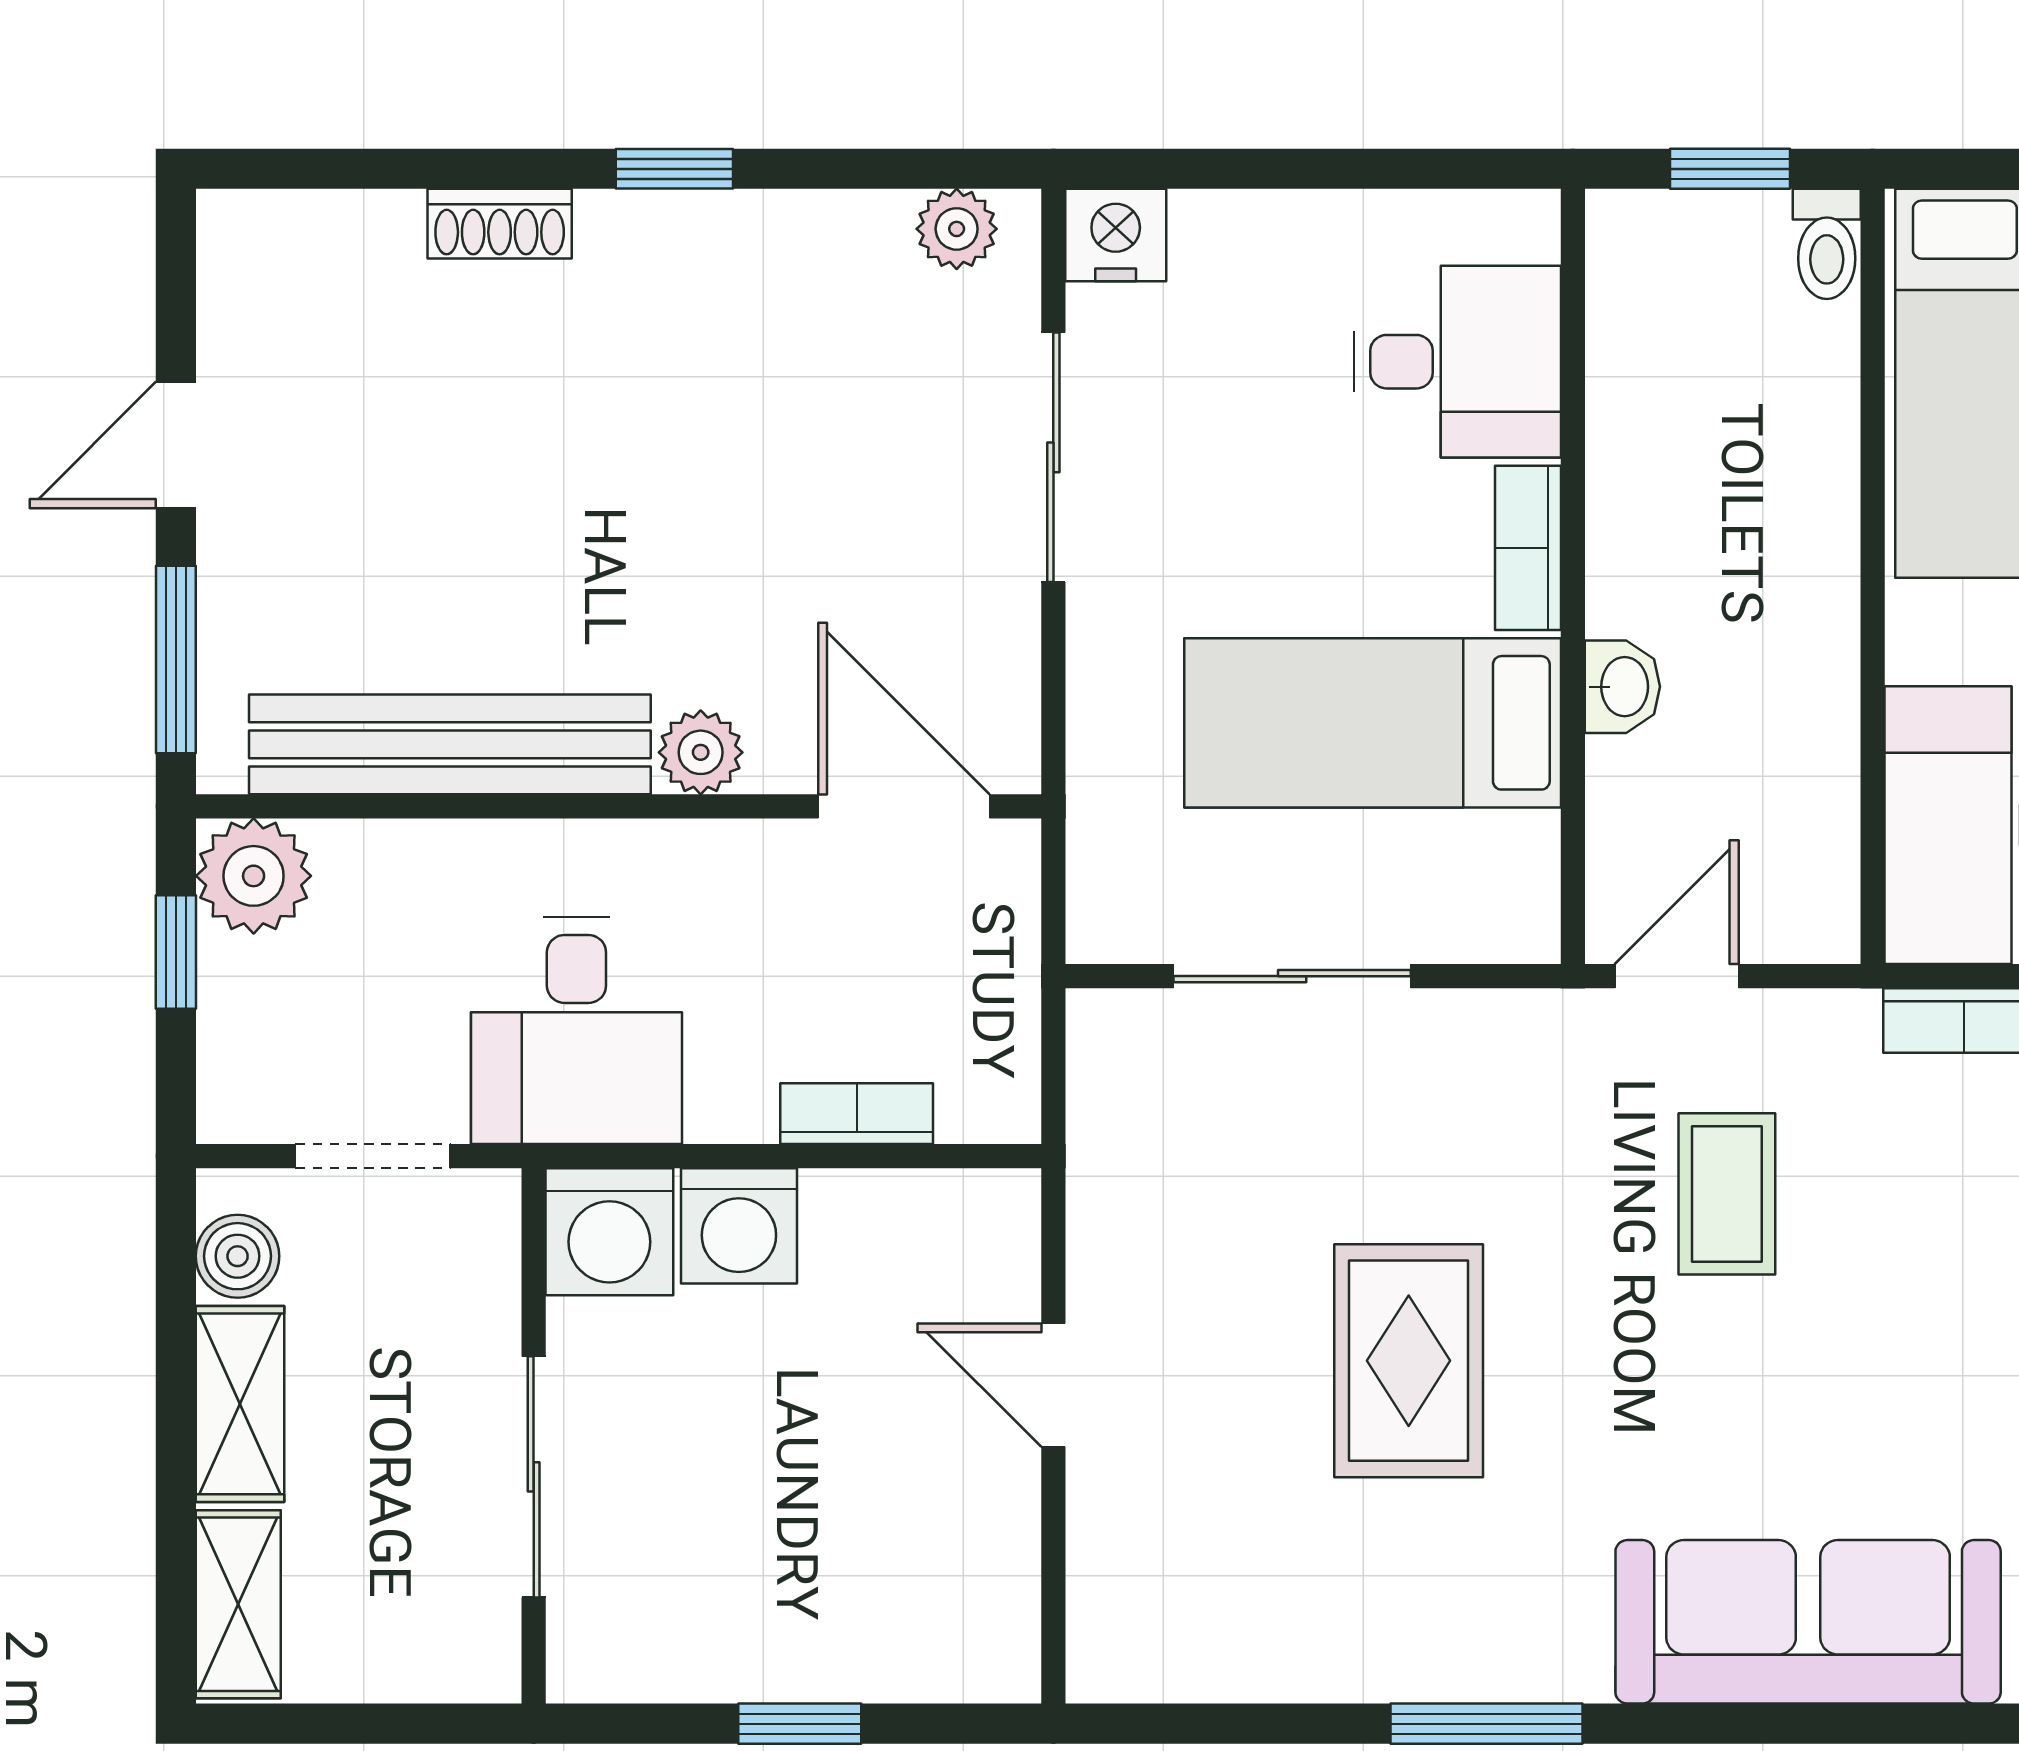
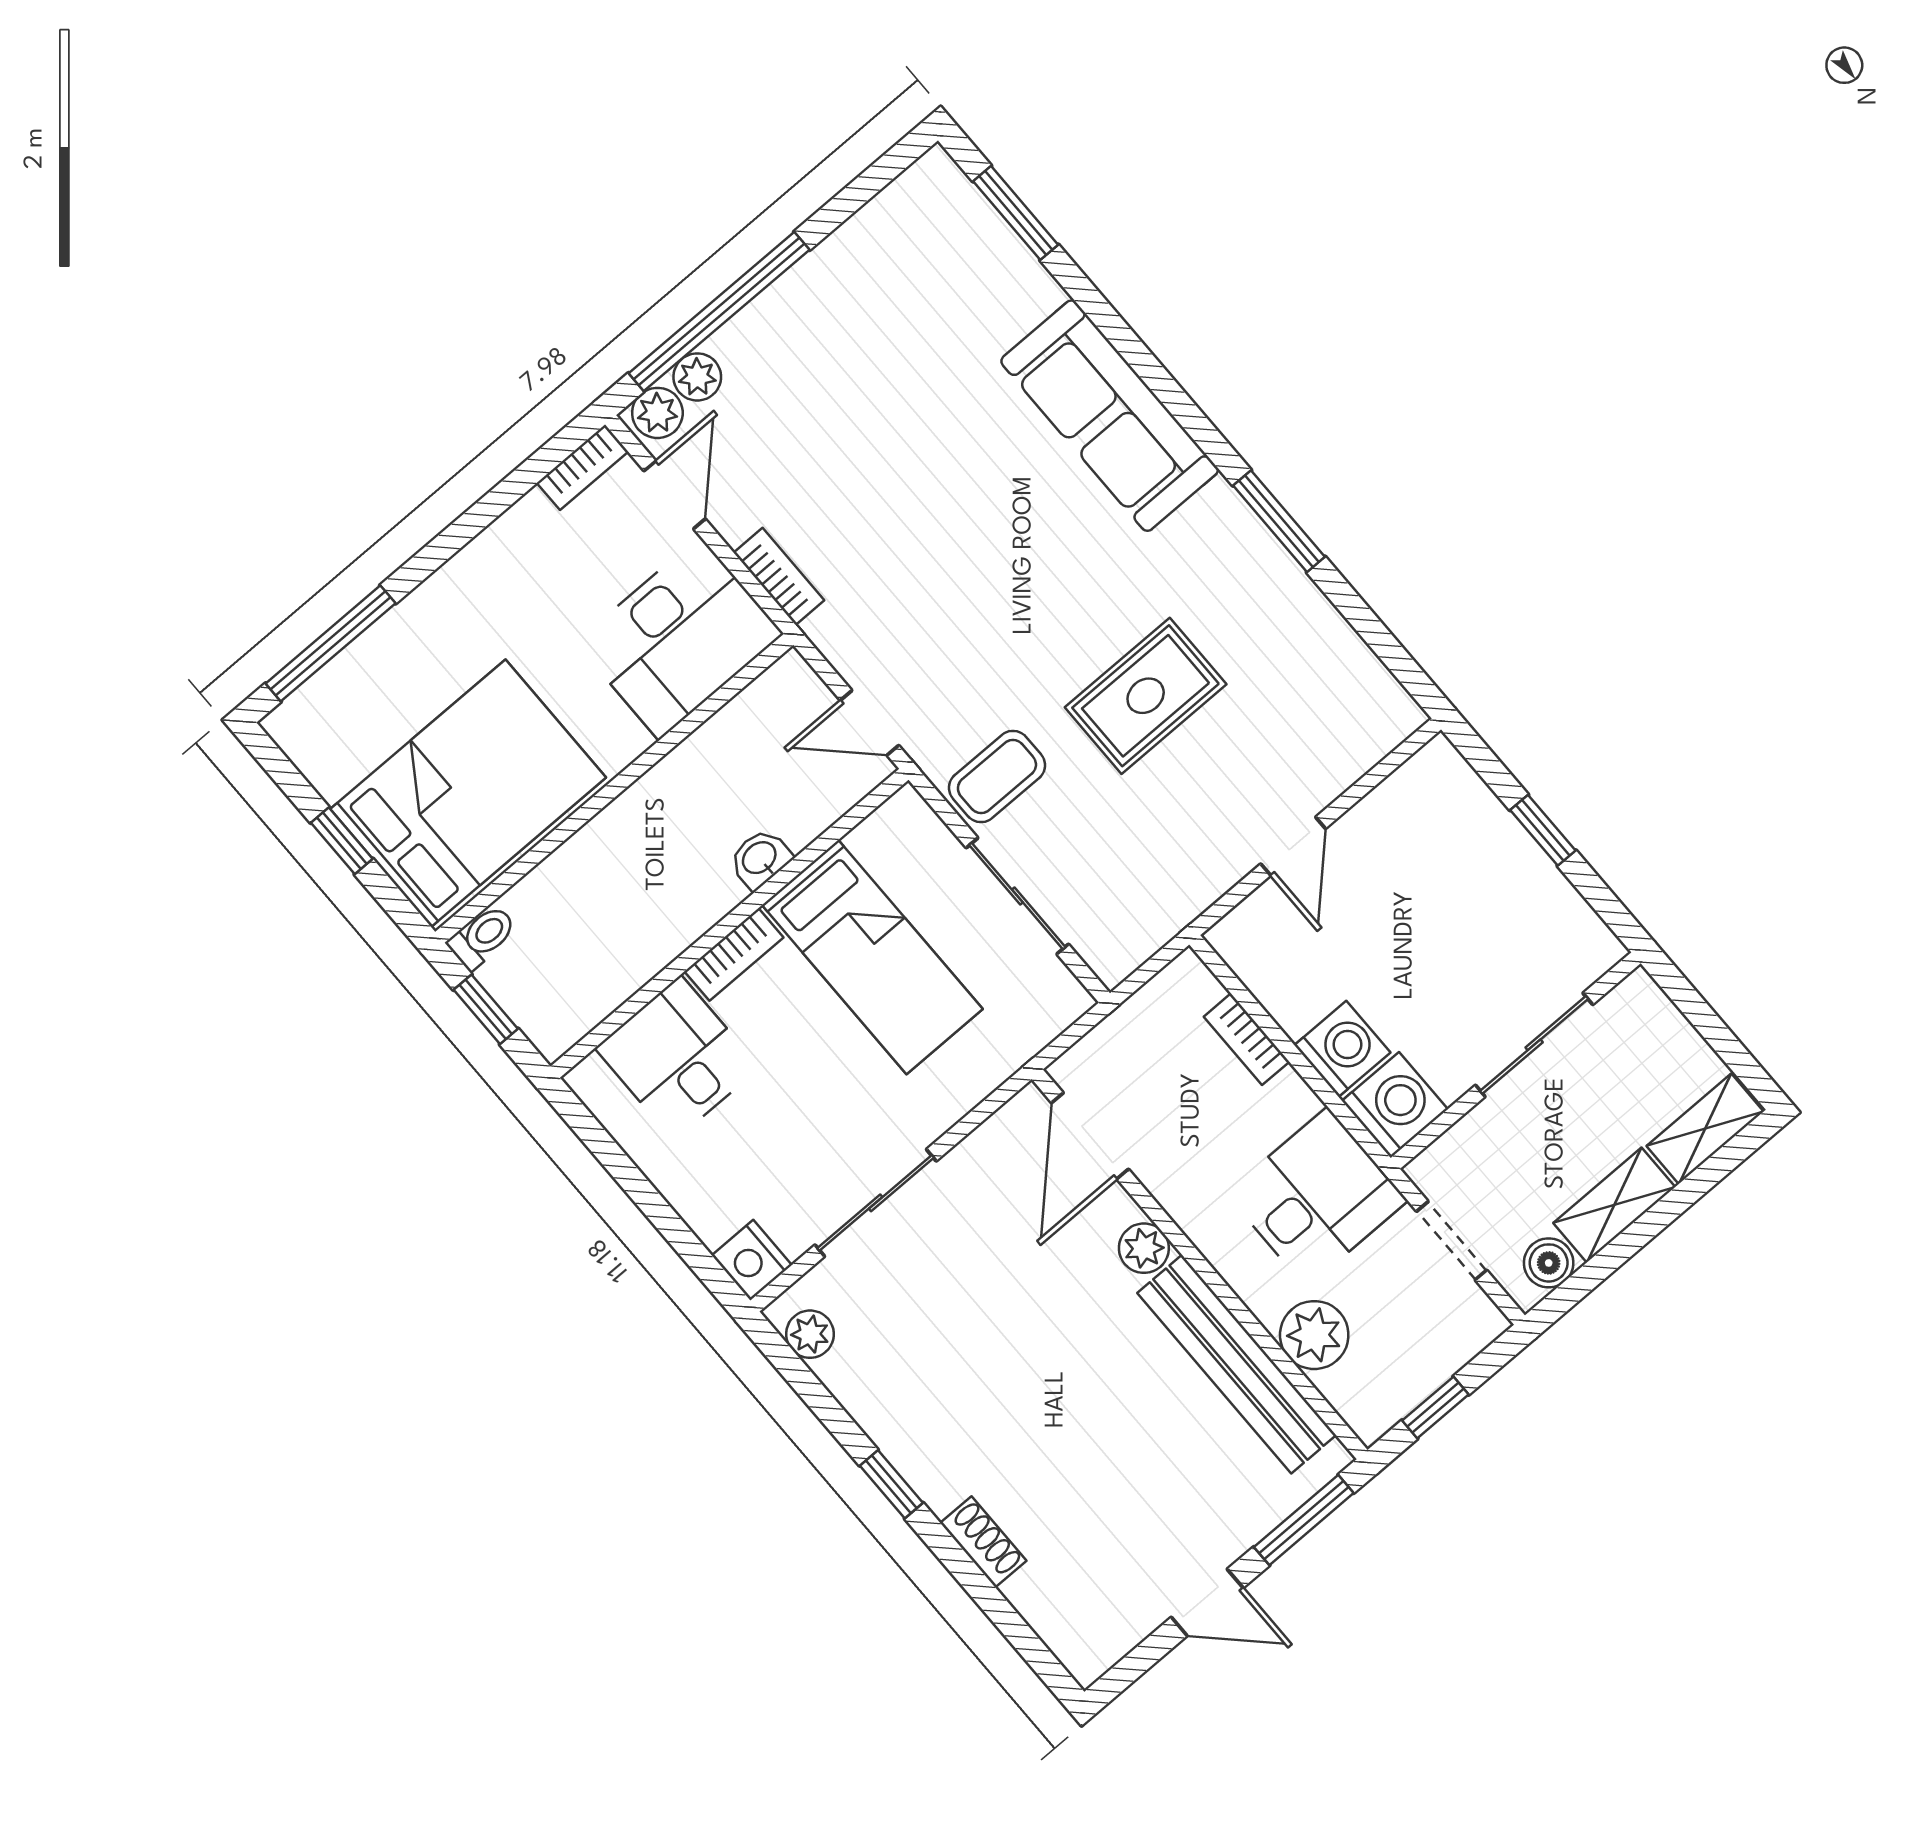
plant: (254, 876) -> (1314, 1335), moved
coffee table: (1727, 1194) -> (997, 777), moved

